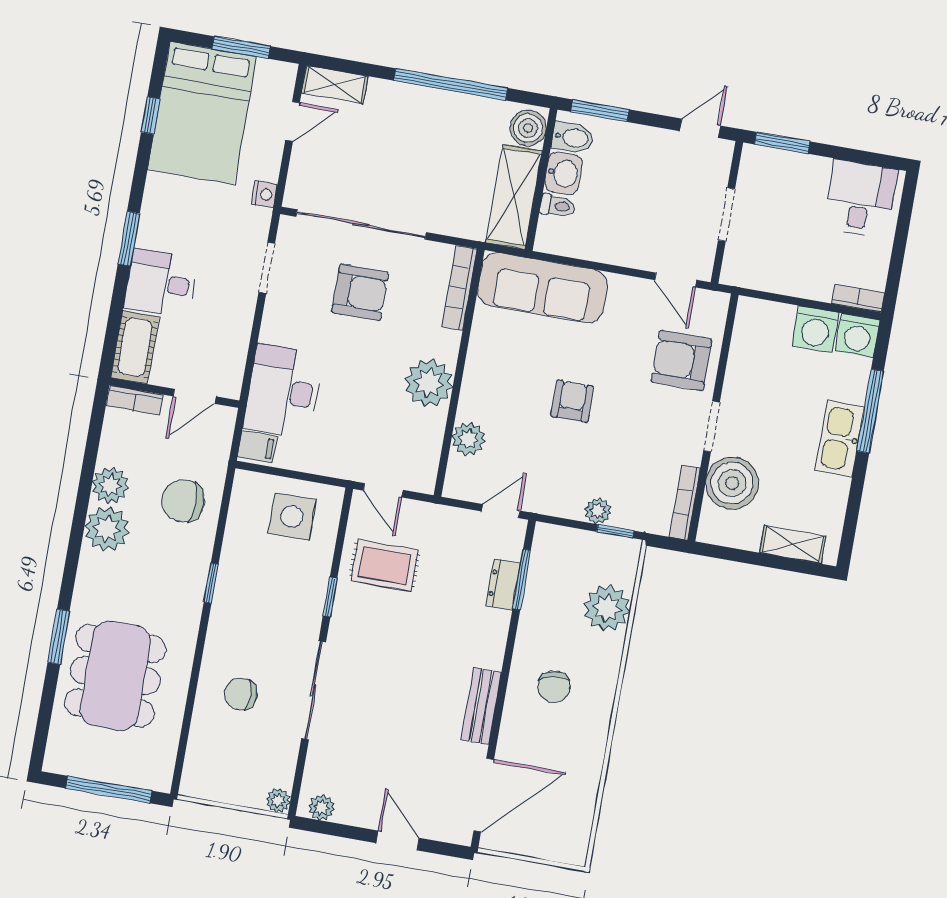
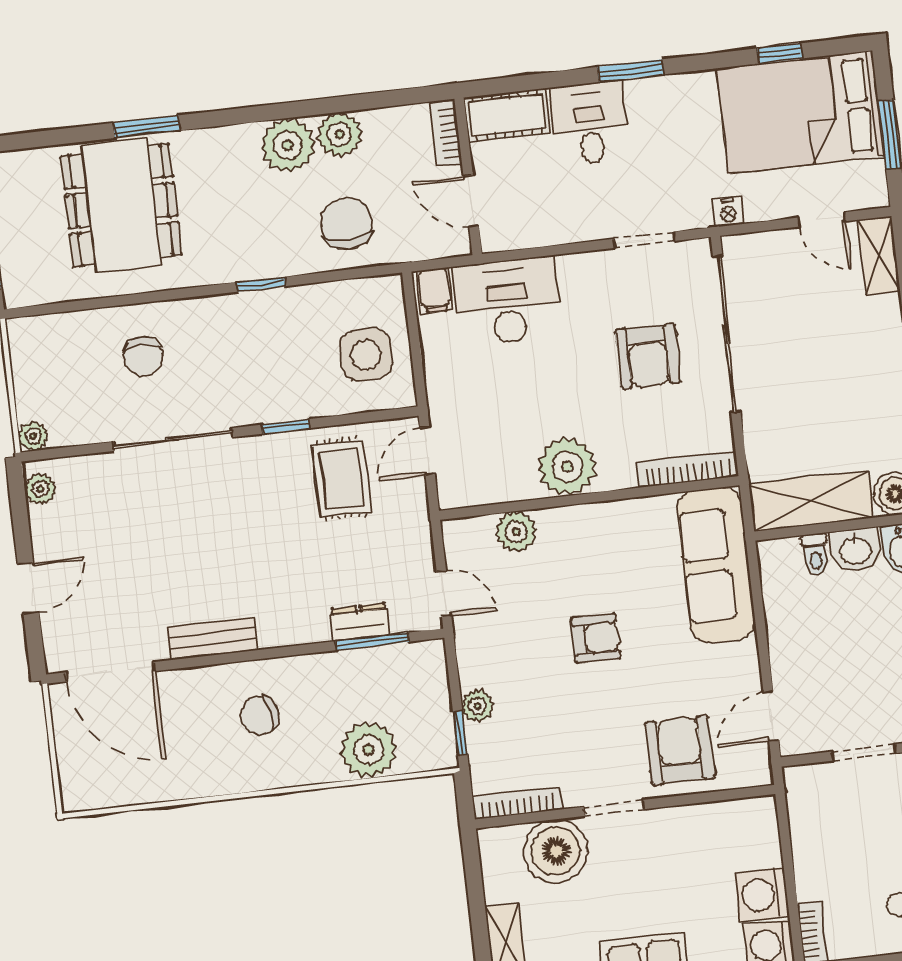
dining table: (115, 676) -> (121, 205), turned 90
chair: (241, 694) -> (143, 356), turned 180

